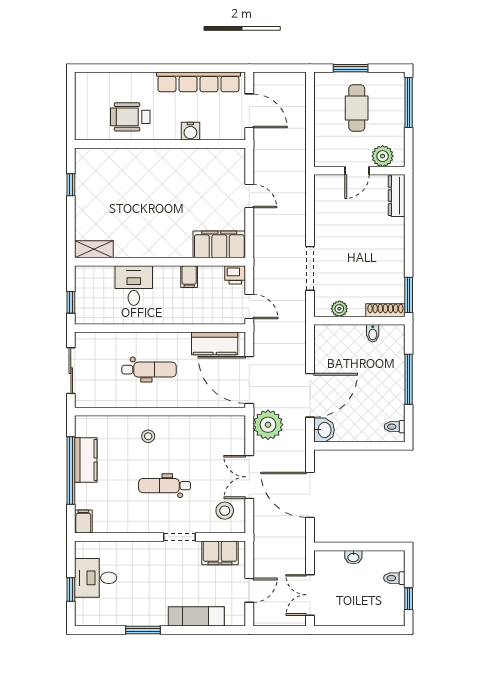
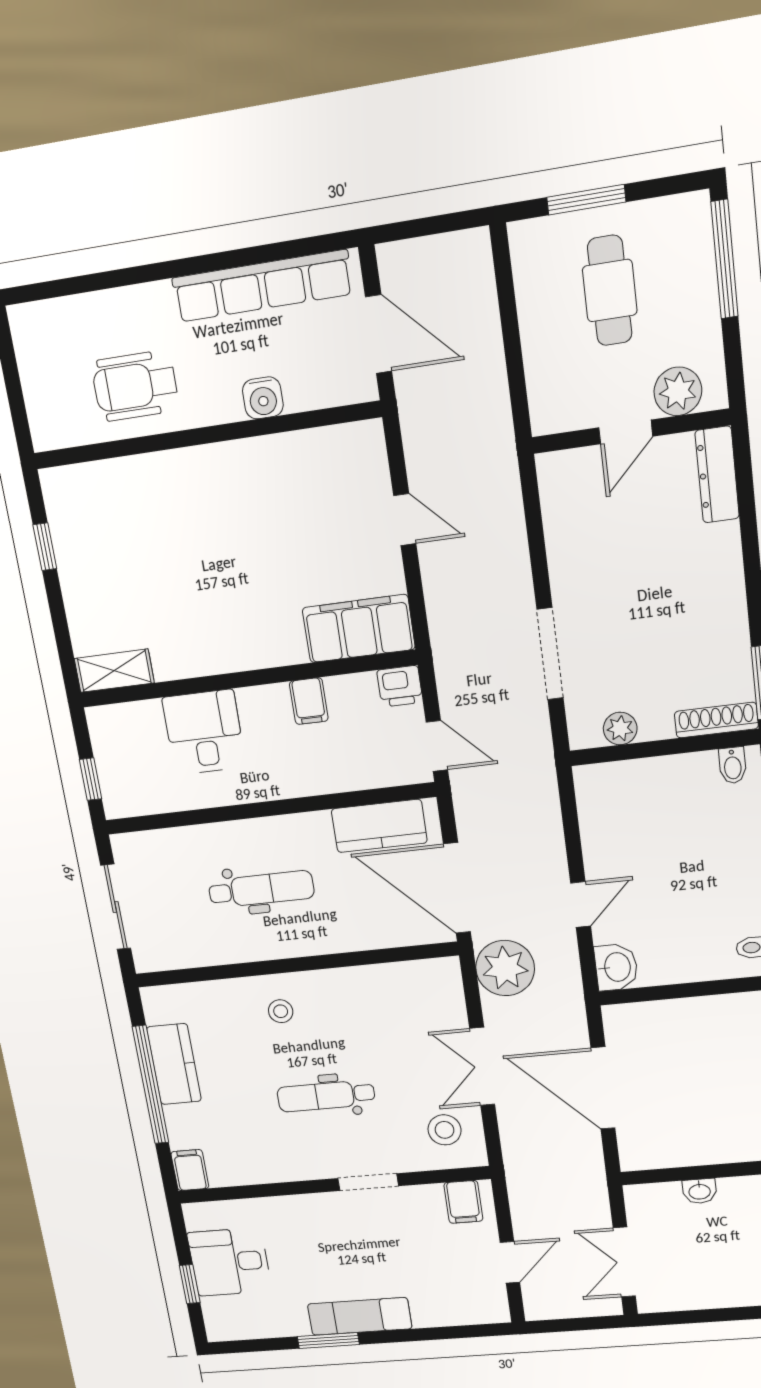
bidet: (373, 333) -> (733, 765), moved
door: (310, 395) -> (581, 905), width x0.53
filing cabinet: (220, 553) -> (463, 1202), width x0.50
exam couch: (196, 616) -> (360, 1316), moved

